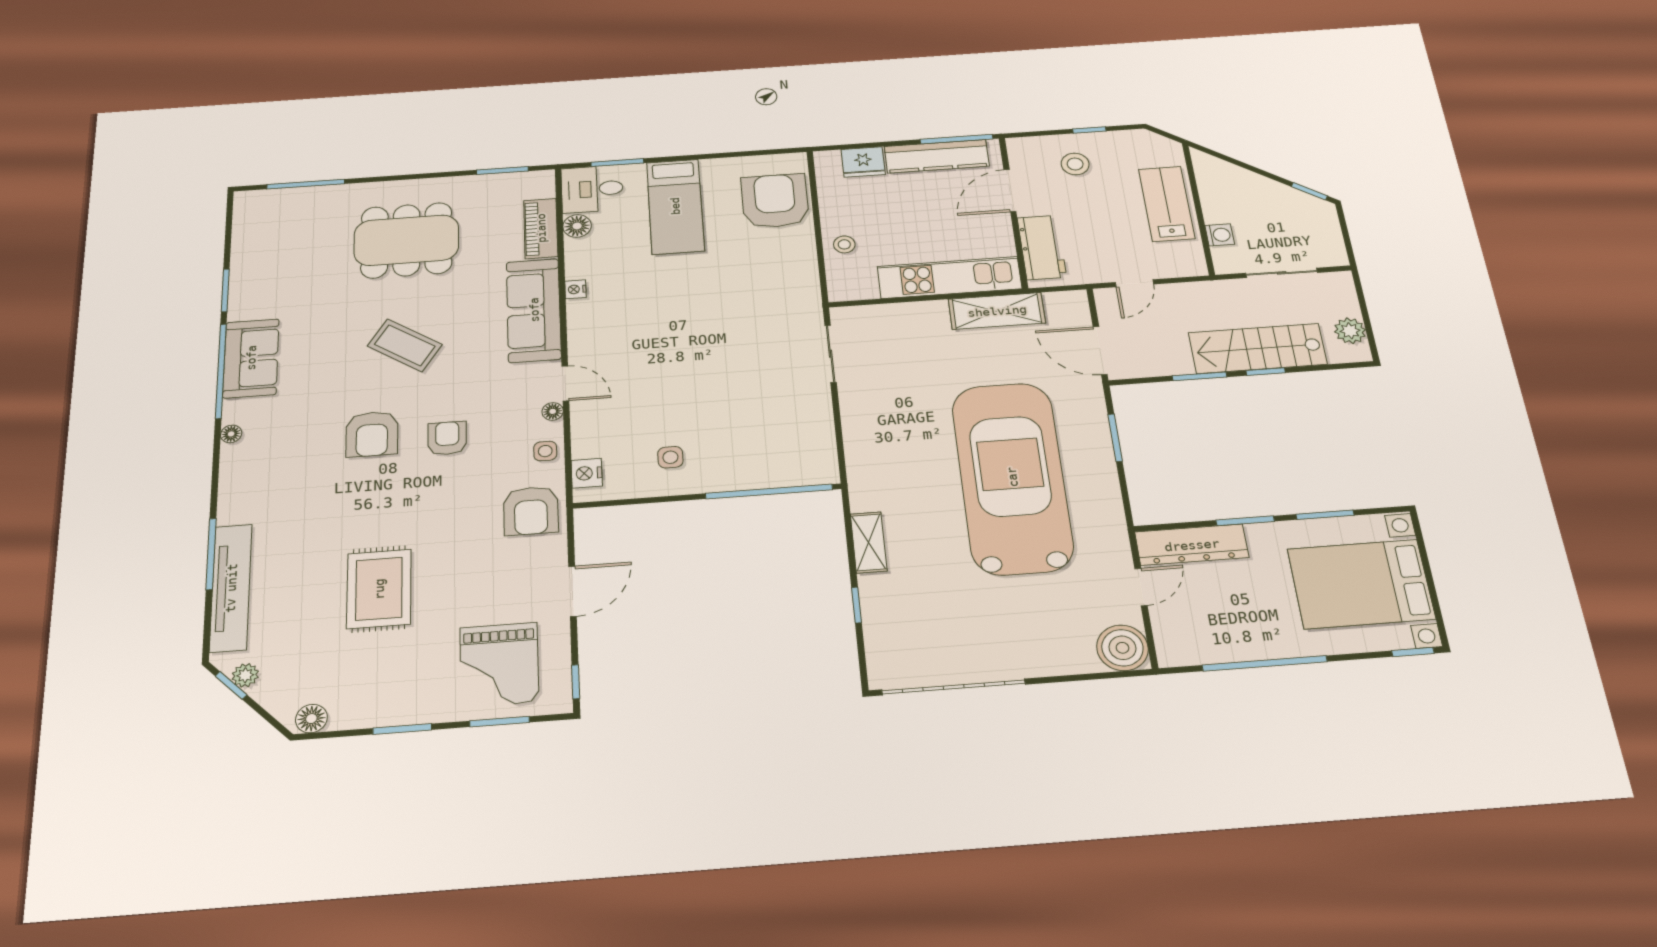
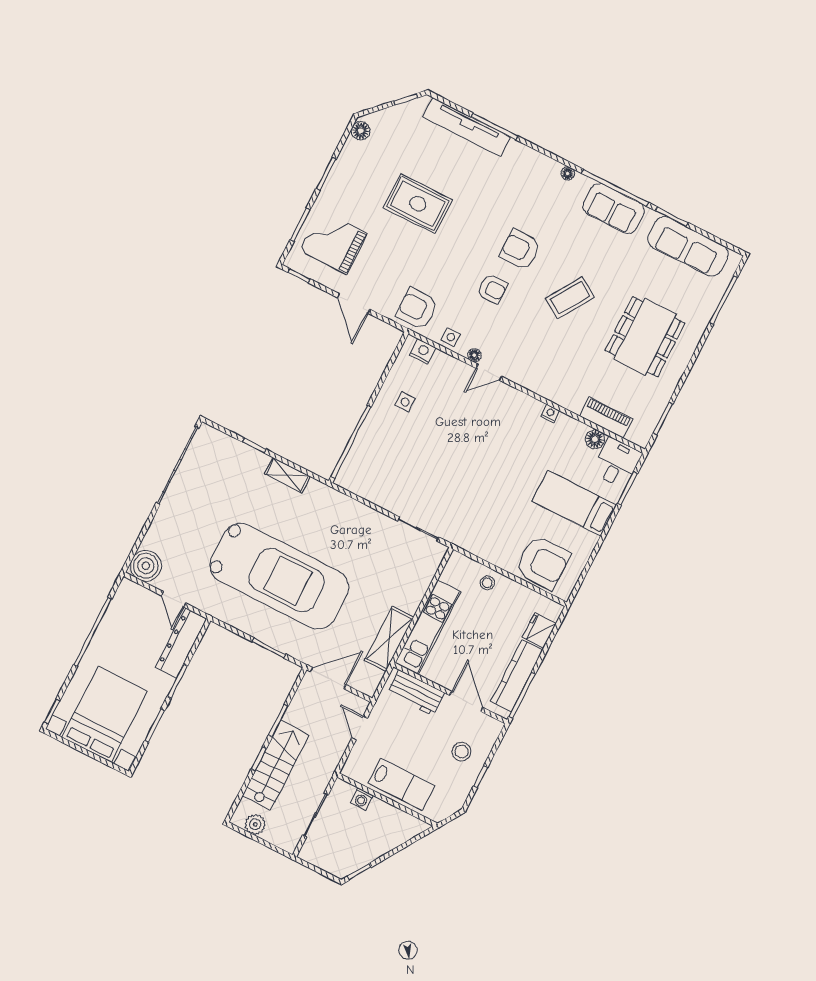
sofa: (534, 310) -> (688, 246), moved, turned 180
plant: (245, 675) -> (407, 109), removed

